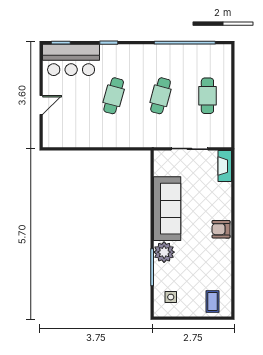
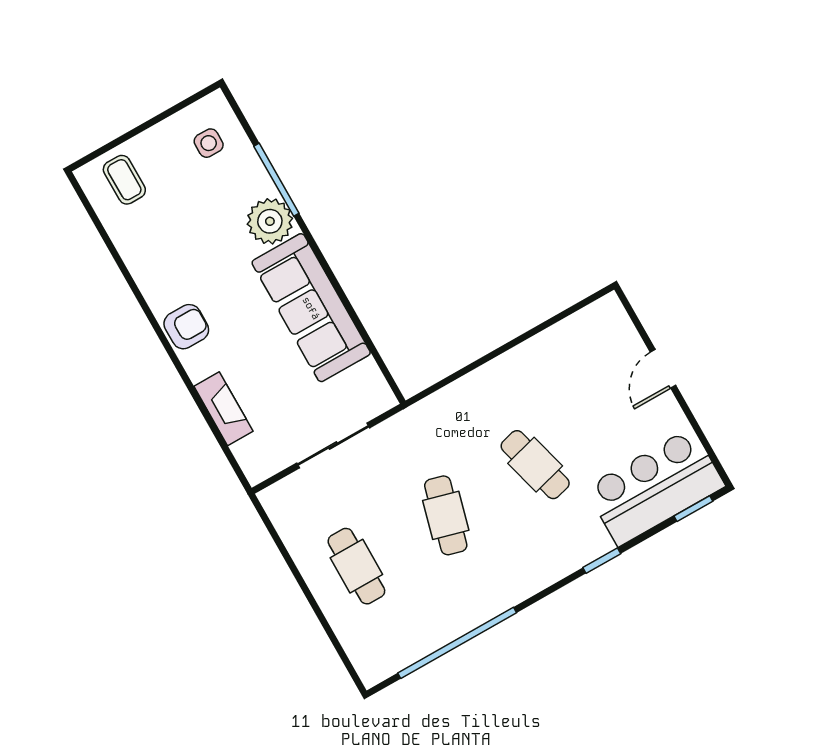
cafe table: (114, 96) -> (535, 465), turned -30
fireplace: (225, 166) -> (223, 409), moved

